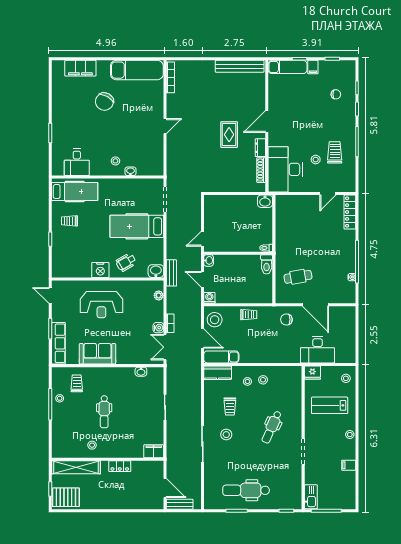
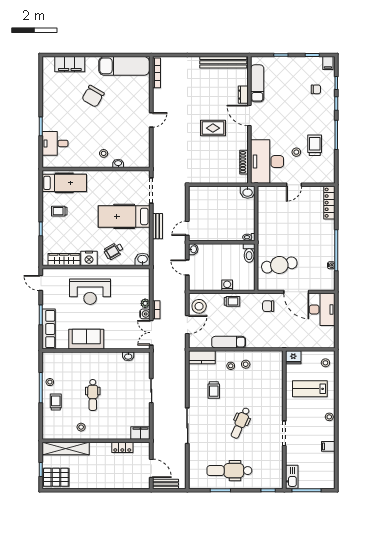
exam couch: (288, 67) -> (257, 83), moved, turned -90
filing cabinet: (313, 67) -> (328, 63), moved
door: (267, 122) -> (249, 115), hinge flipped
rug: (229, 135) -> (213, 128), turned 90
dresser: (260, 148) -> (243, 95), moved
desk: (77, 162) -> (55, 143), moved, turned 90
door: (328, 193) -> (294, 185), moved
wardrobe: (74, 271) -> (64, 260), added
bench: (171, 273) -> (157, 226), moved
cafe table: (298, 277) -> (279, 265), width x1.37, depth x1.35
plant: (159, 295) -> (145, 303), moved
washing machine: (209, 298) -> (227, 285), moved
door: (202, 339) -> (187, 325), hinge flipped
desk: (318, 350) -> (322, 309), moved, turned -90
exam couch: (221, 357) -> (229, 342), moved
trolley: (77, 383) -> (56, 402), moved
dental chair: (272, 427) -> (240, 423), moved
stool: (226, 435) -> (210, 417), removed
locker: (120, 466) -> (122, 447), moved

